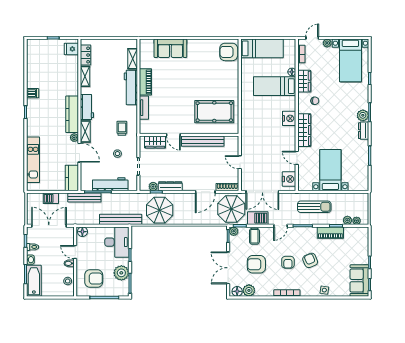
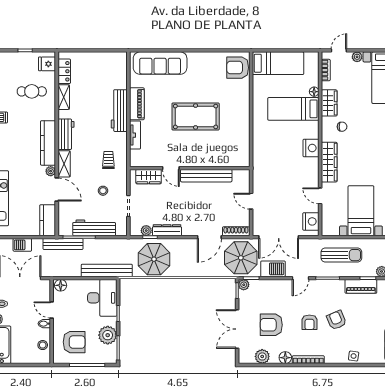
sofa: (170, 48) -> (160, 63), width x1.36
shelving: (133, 59) -> (121, 76), removed
cafe table: (59, 72) -> (32, 91), added
pool table: (214, 112) -> (196, 116), moved
coffee table: (254, 236) -> (269, 291), removed
floor lamp: (237, 291) -> (285, 358), moved

